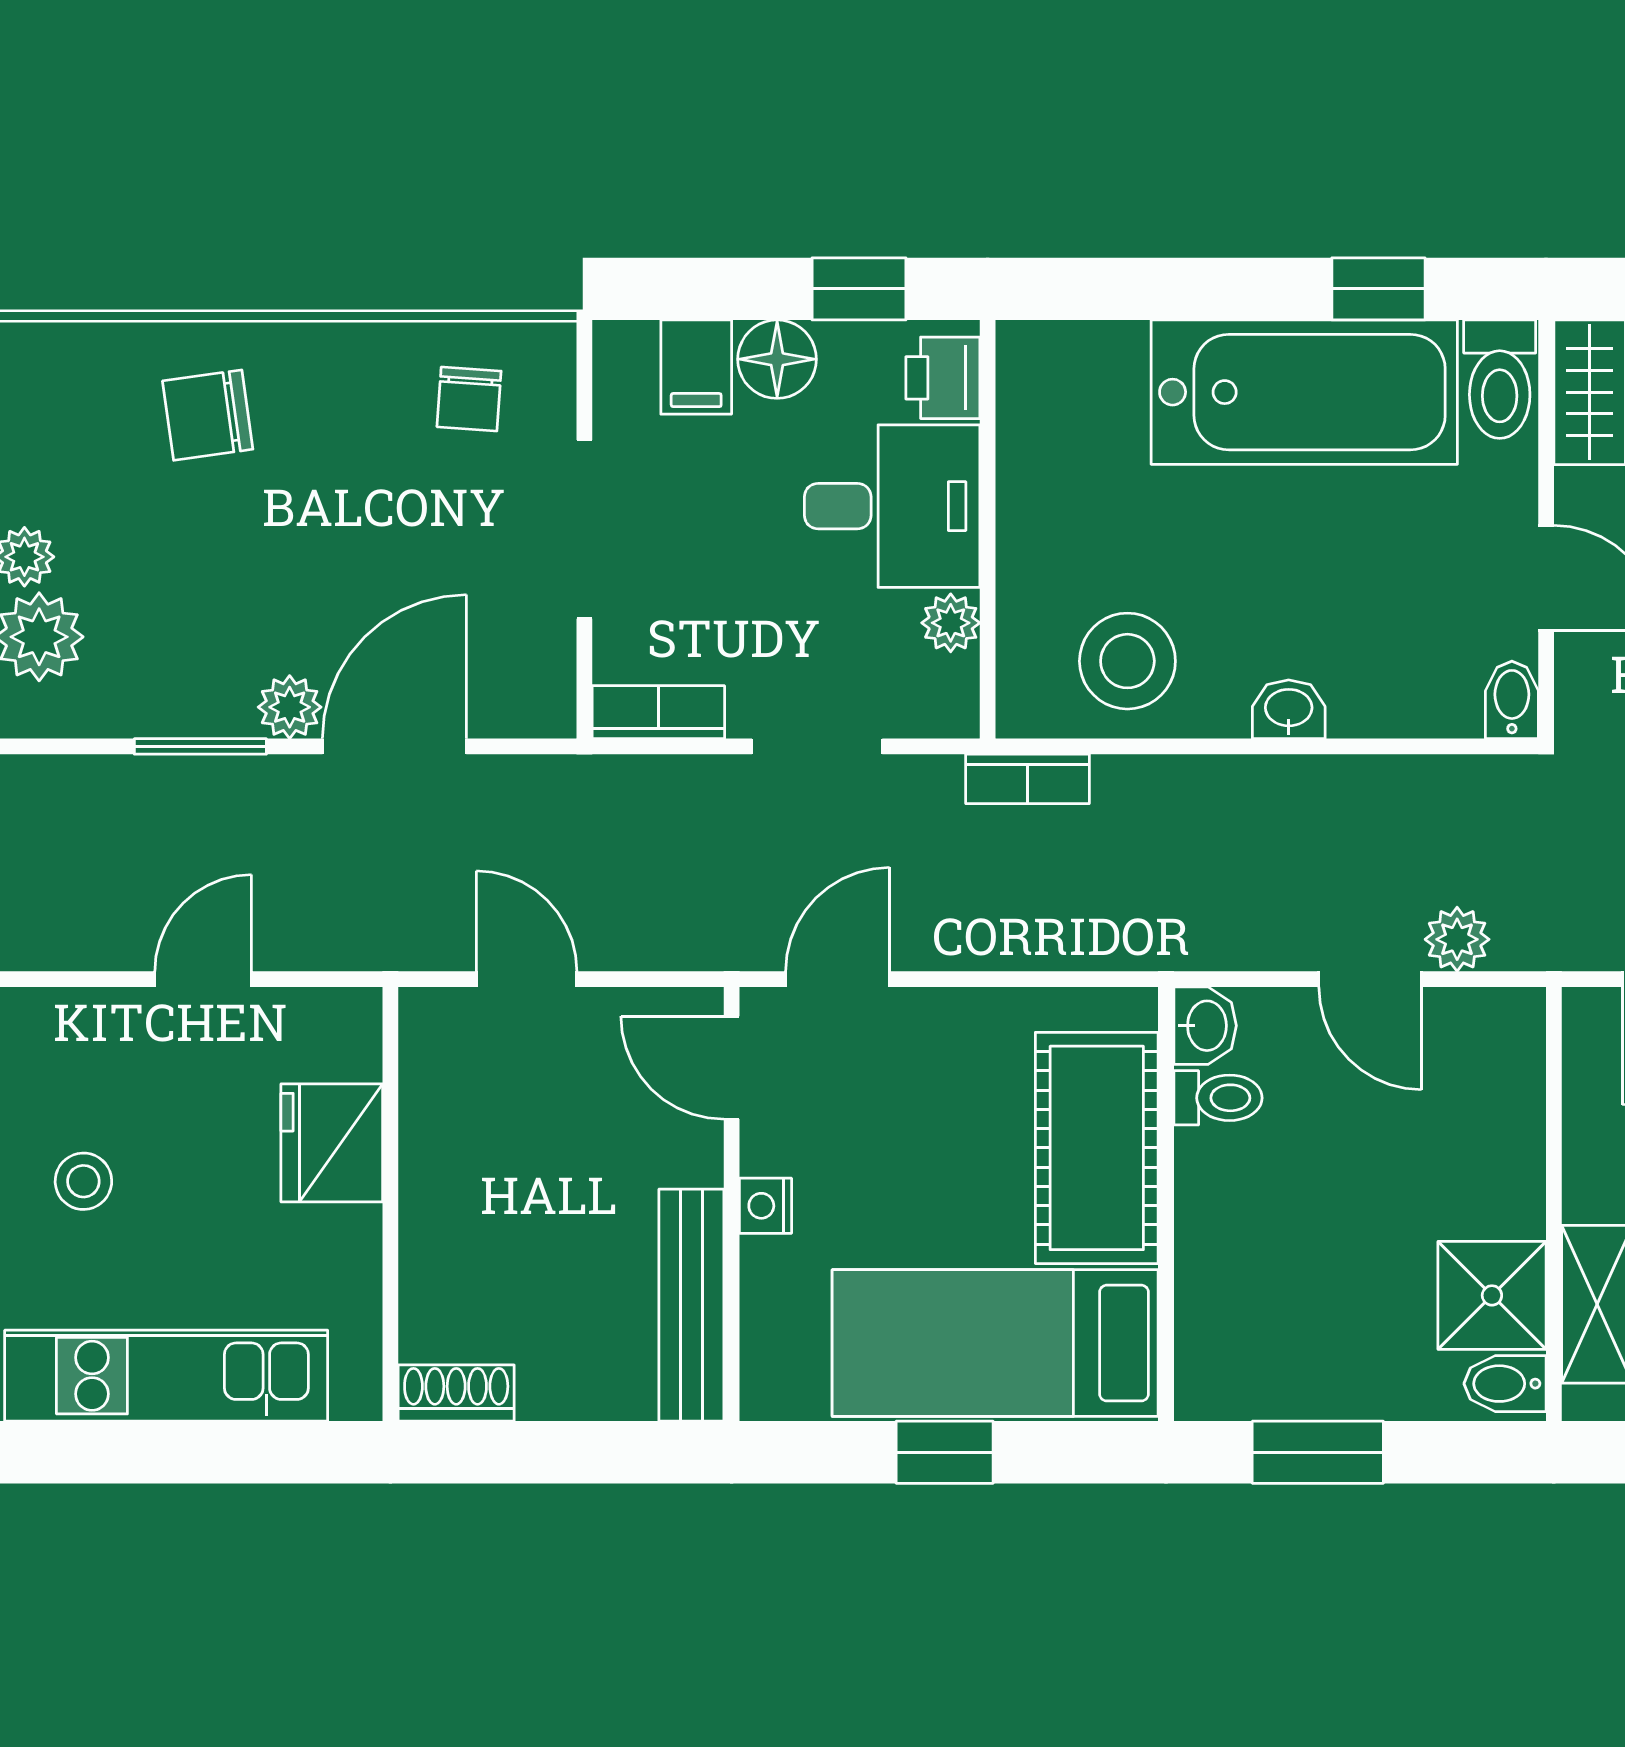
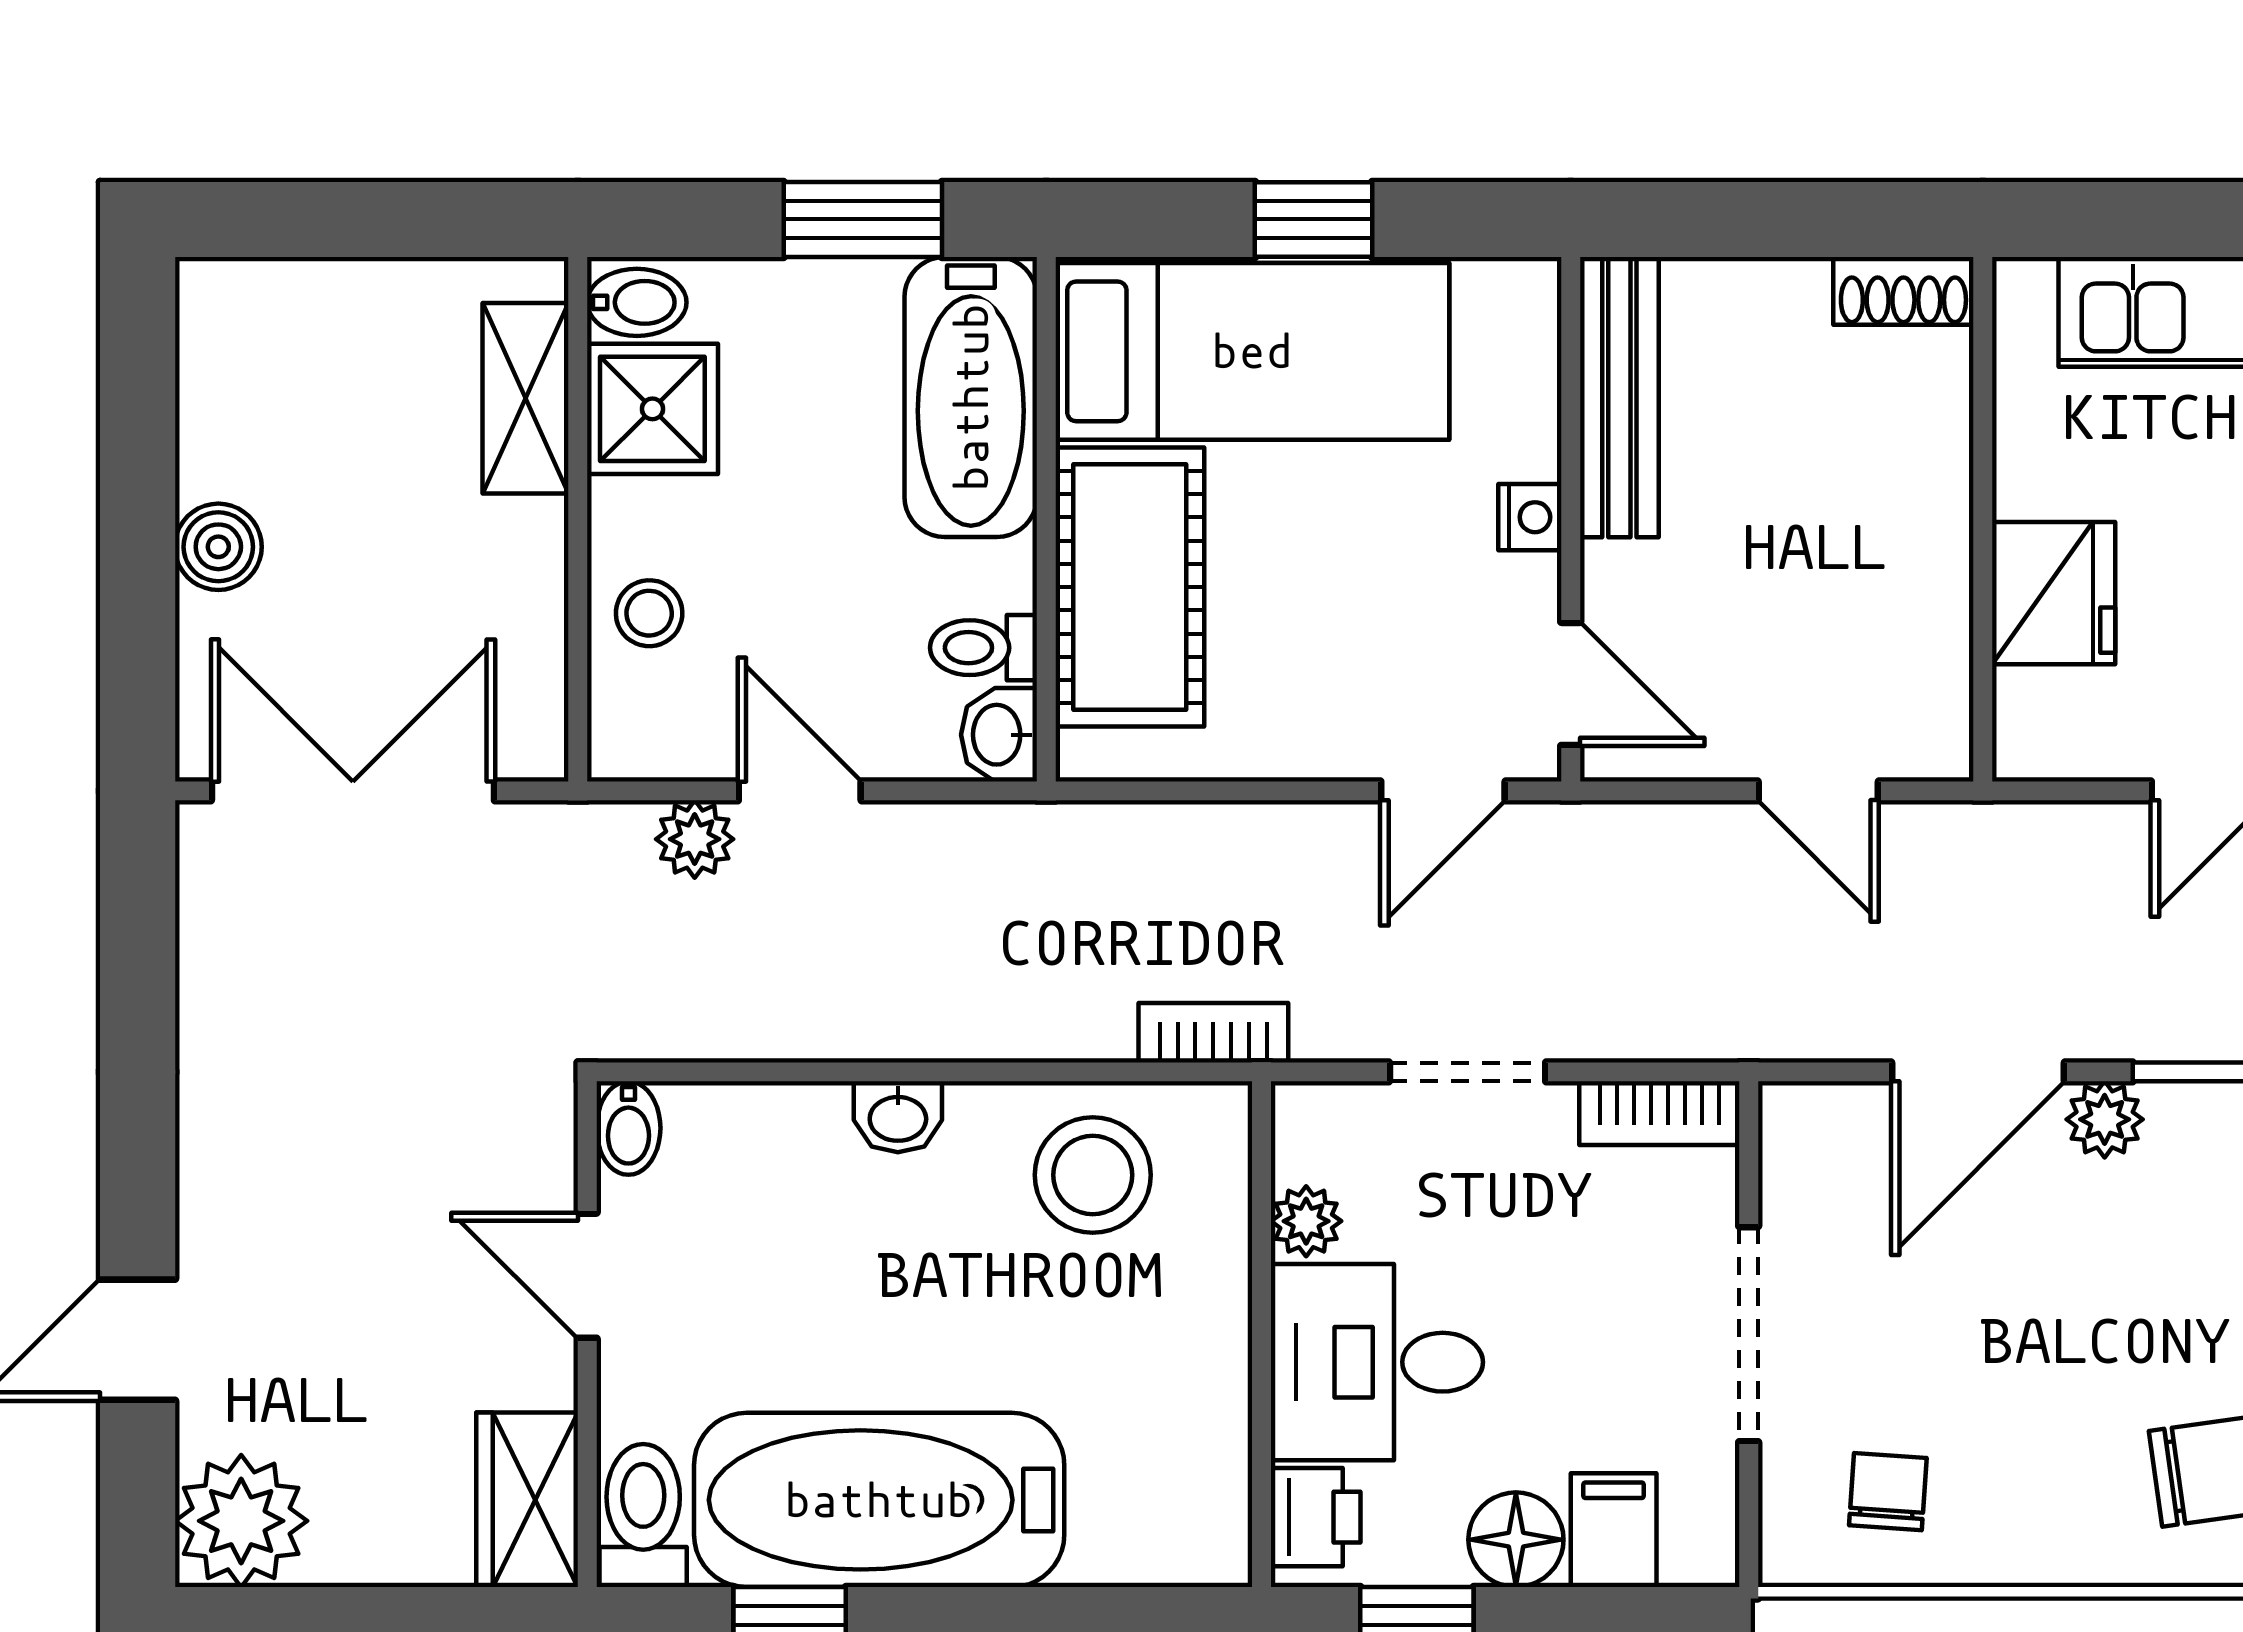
stool: (1495, 1126) -> (649, 613), added
bathtub: (1228, 1305) -> (971, 397), added

